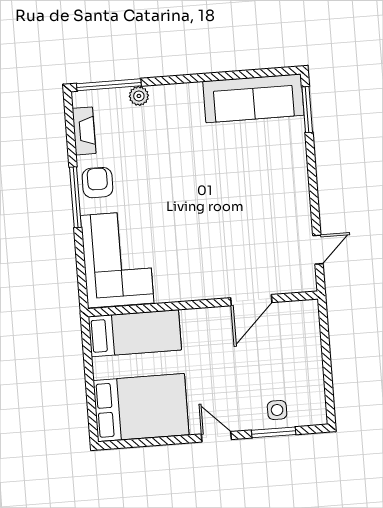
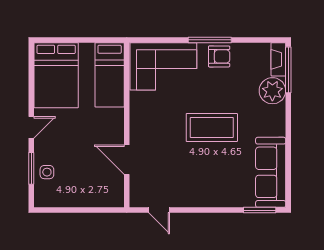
plant: (139, 96) -> (272, 91), width x1.88, depth x1.88
fireplace: (84, 131) -> (278, 59), moved, turned 90
coffee table: (197, 185) -> (212, 127), added

